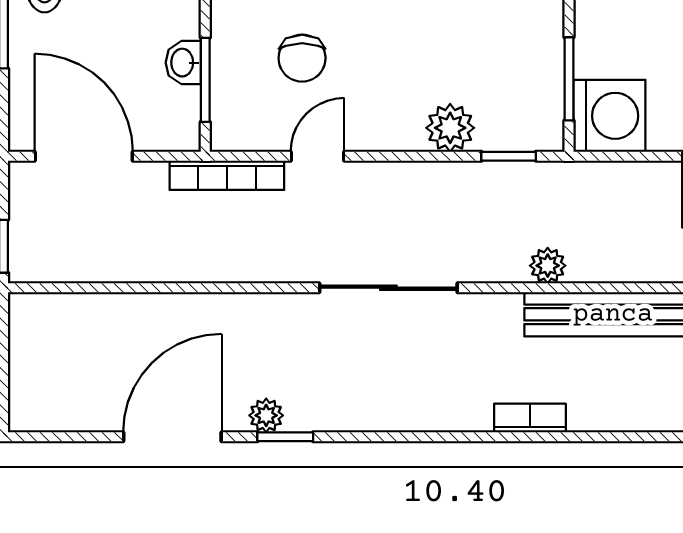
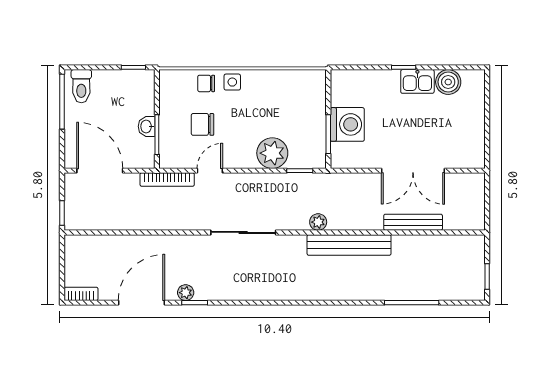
chair: (302, 58) -> (203, 124), turned 90
washing machine: (609, 116) -> (347, 124), moved
plant: (450, 128) -> (272, 153), width x1.36, depth x1.36
bookcase: (530, 418) -> (81, 294), moved

